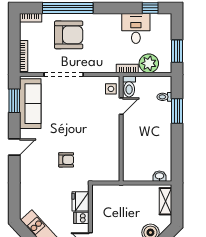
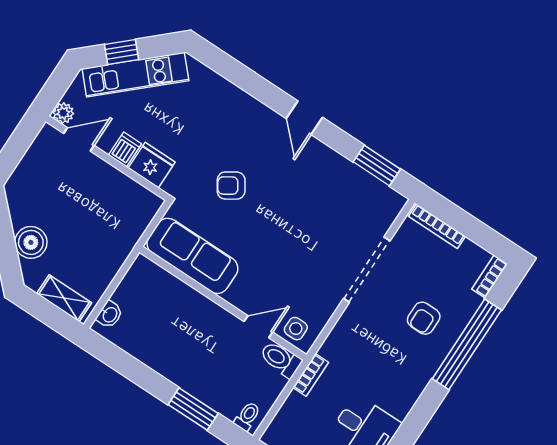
armchair: (69, 35) -> (424, 318), width x0.53, depth x0.53
plant: (149, 63) -> (297, 414), removed
toilet: (164, 97) -> (247, 416), moved
sofa: (30, 104) -> (192, 256), moved, turned 180
door: (121, 106) -> (258, 327), swing flipped
armchair: (66, 160) -> (231, 186), turned 57

